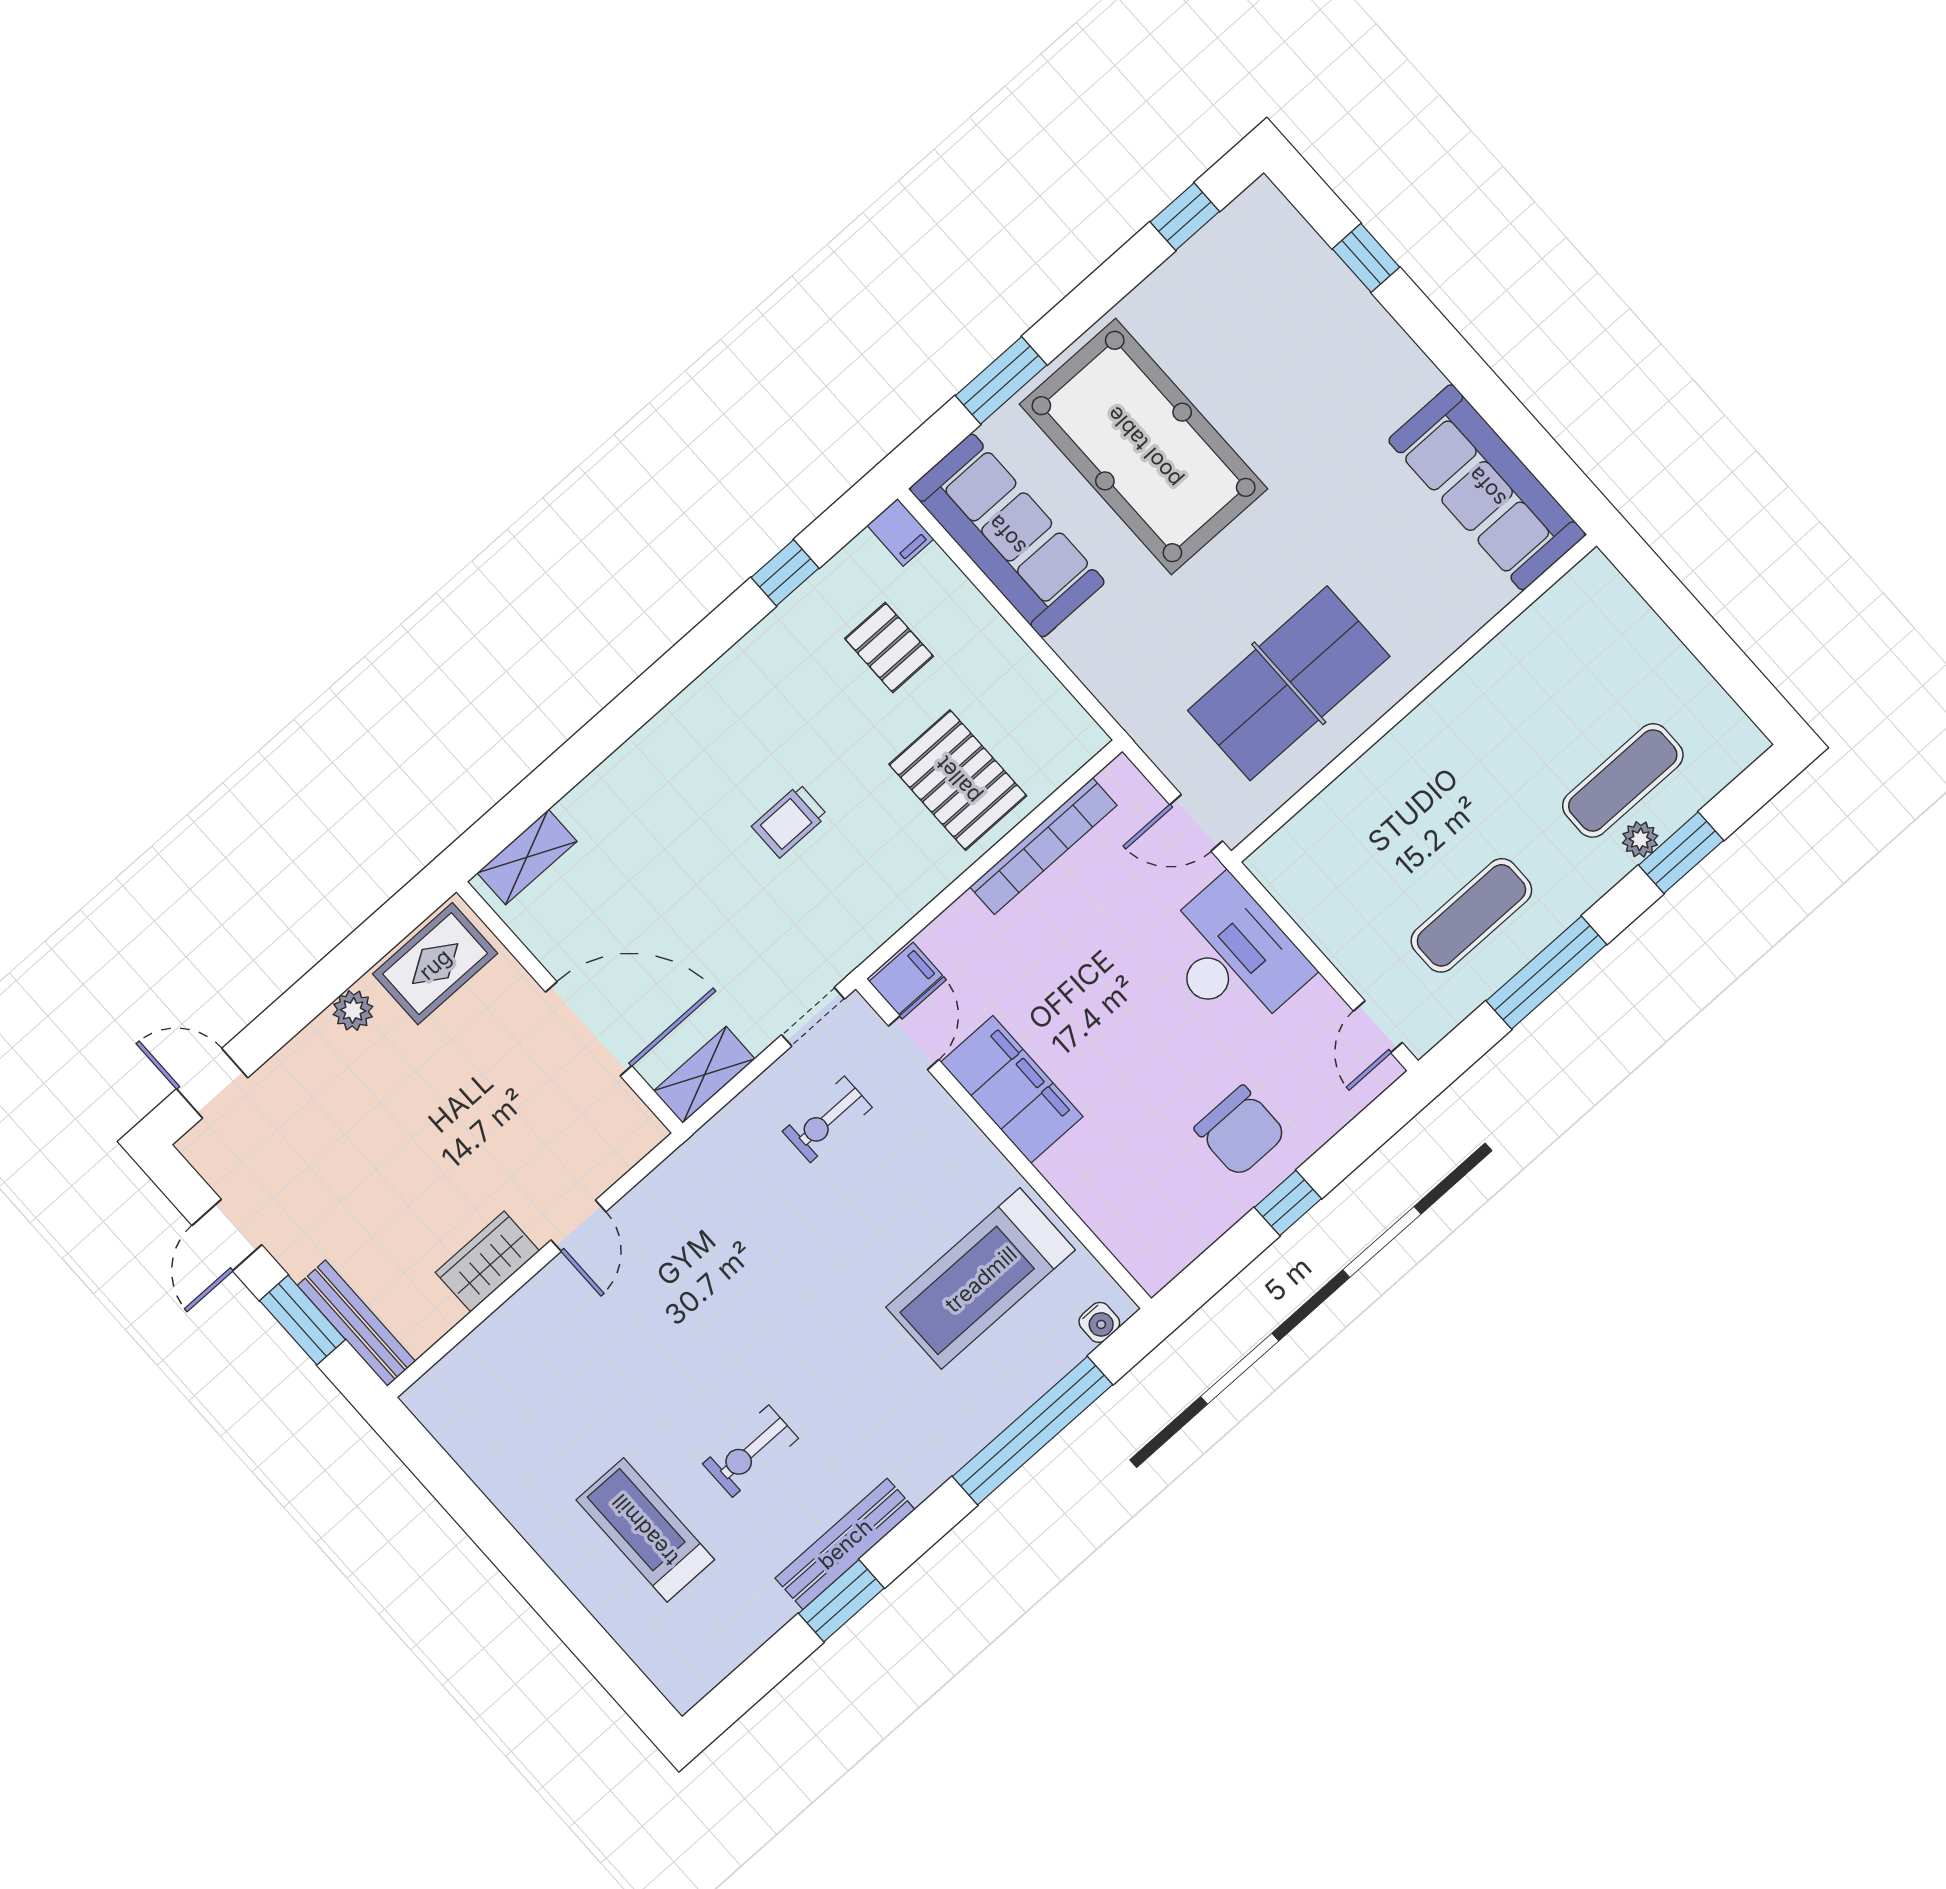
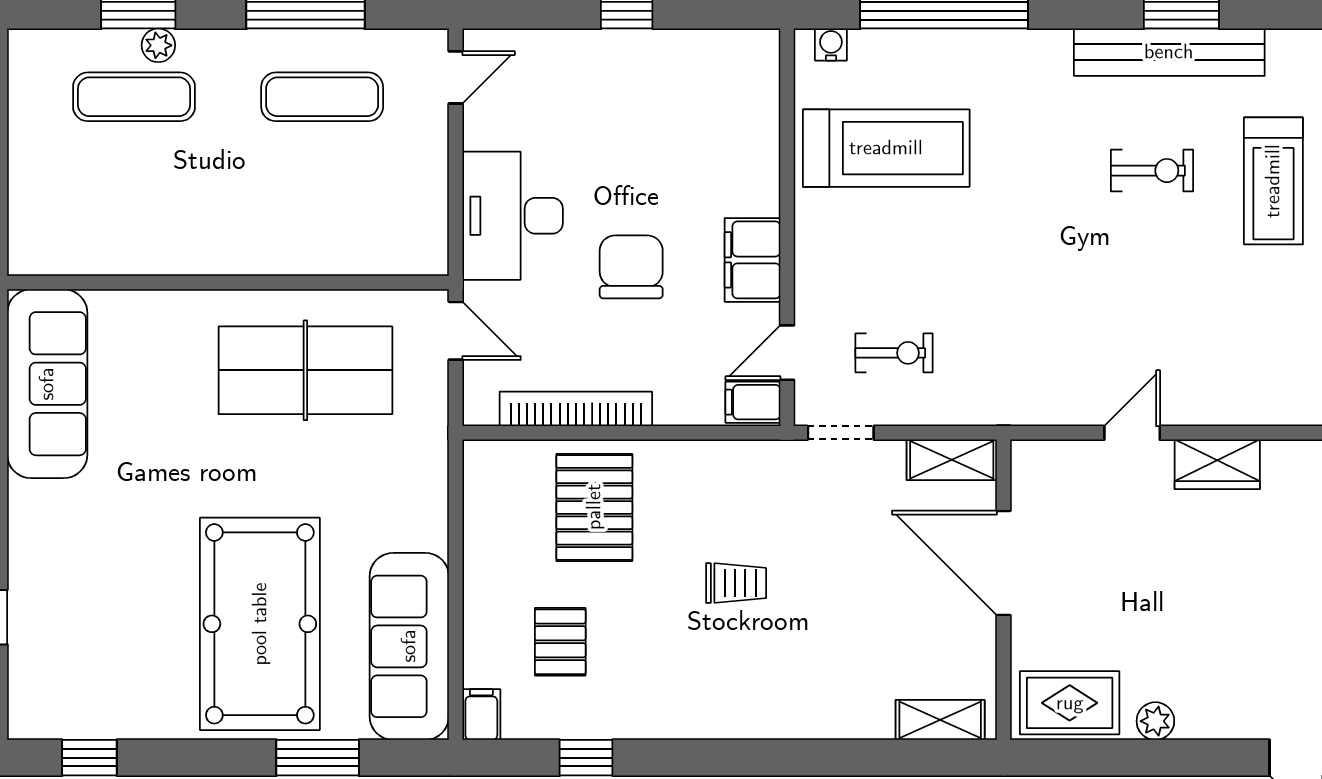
filing cabinet: (1012, 1089) -> (752, 260), width x0.67, depth x0.86
chair: (1240, 1131) -> (631, 267), moved
bench: (845, 1544) -> (1169, 52), width x1.37, depth x1.21

